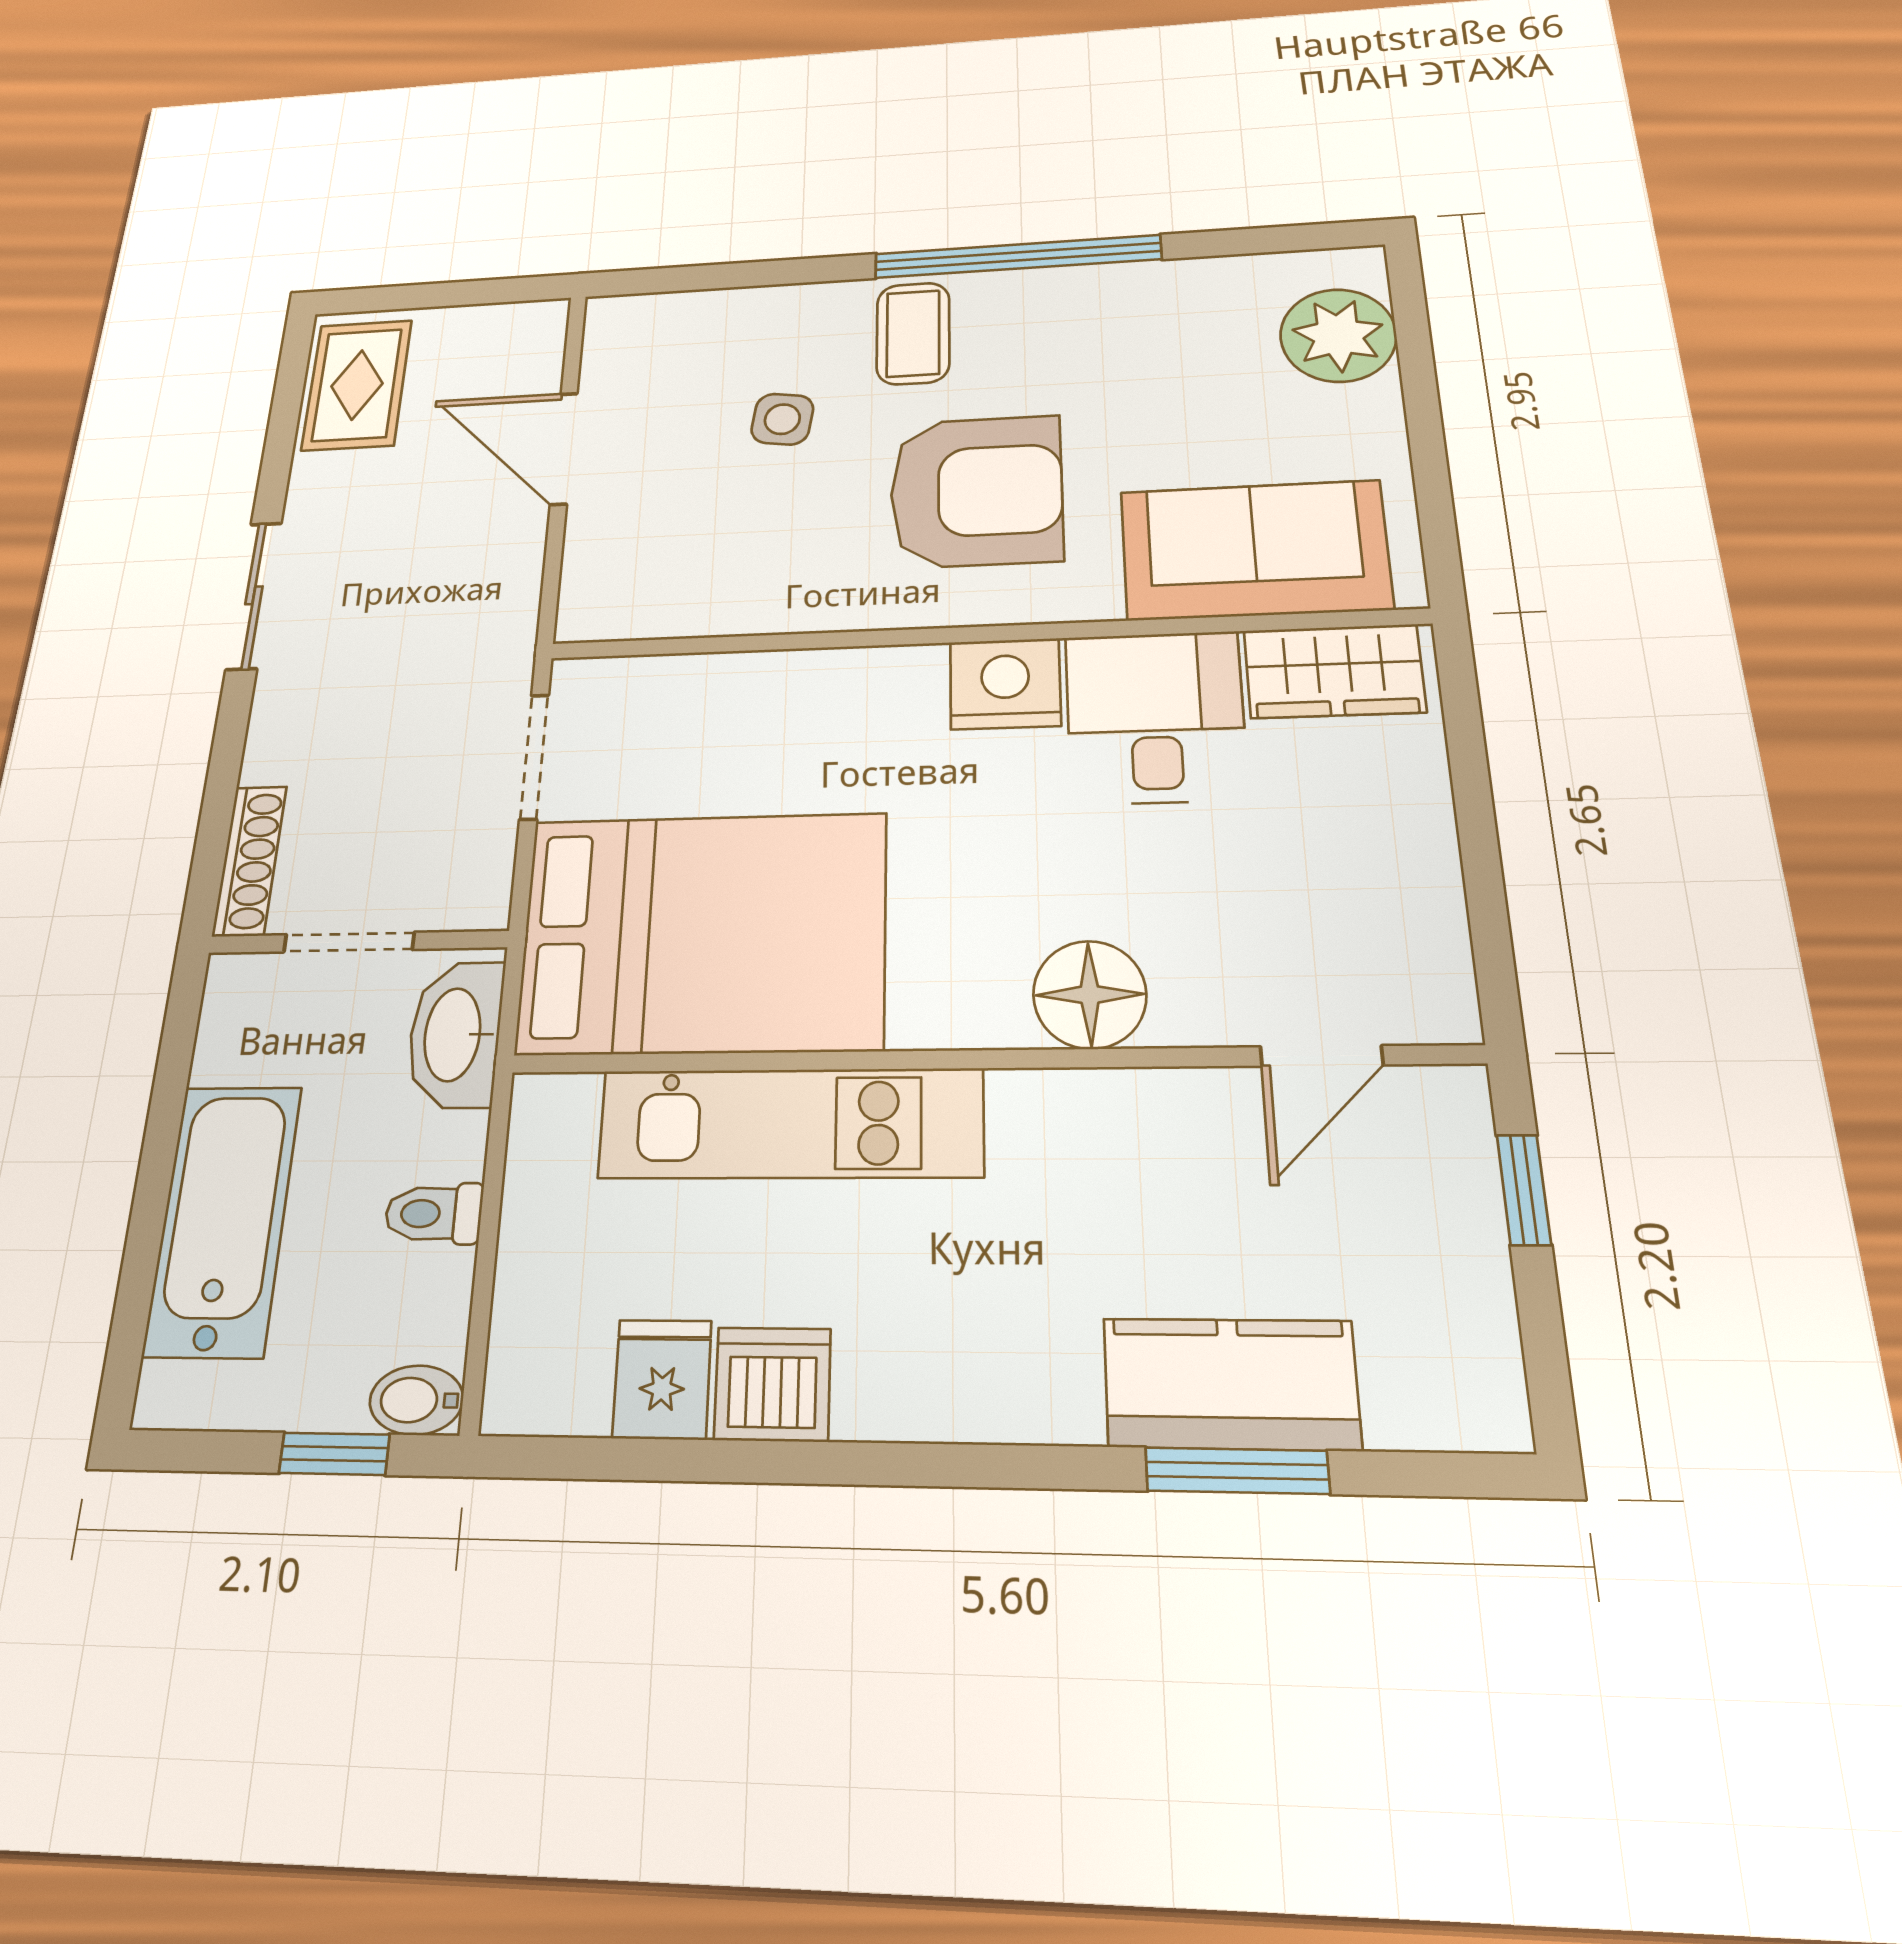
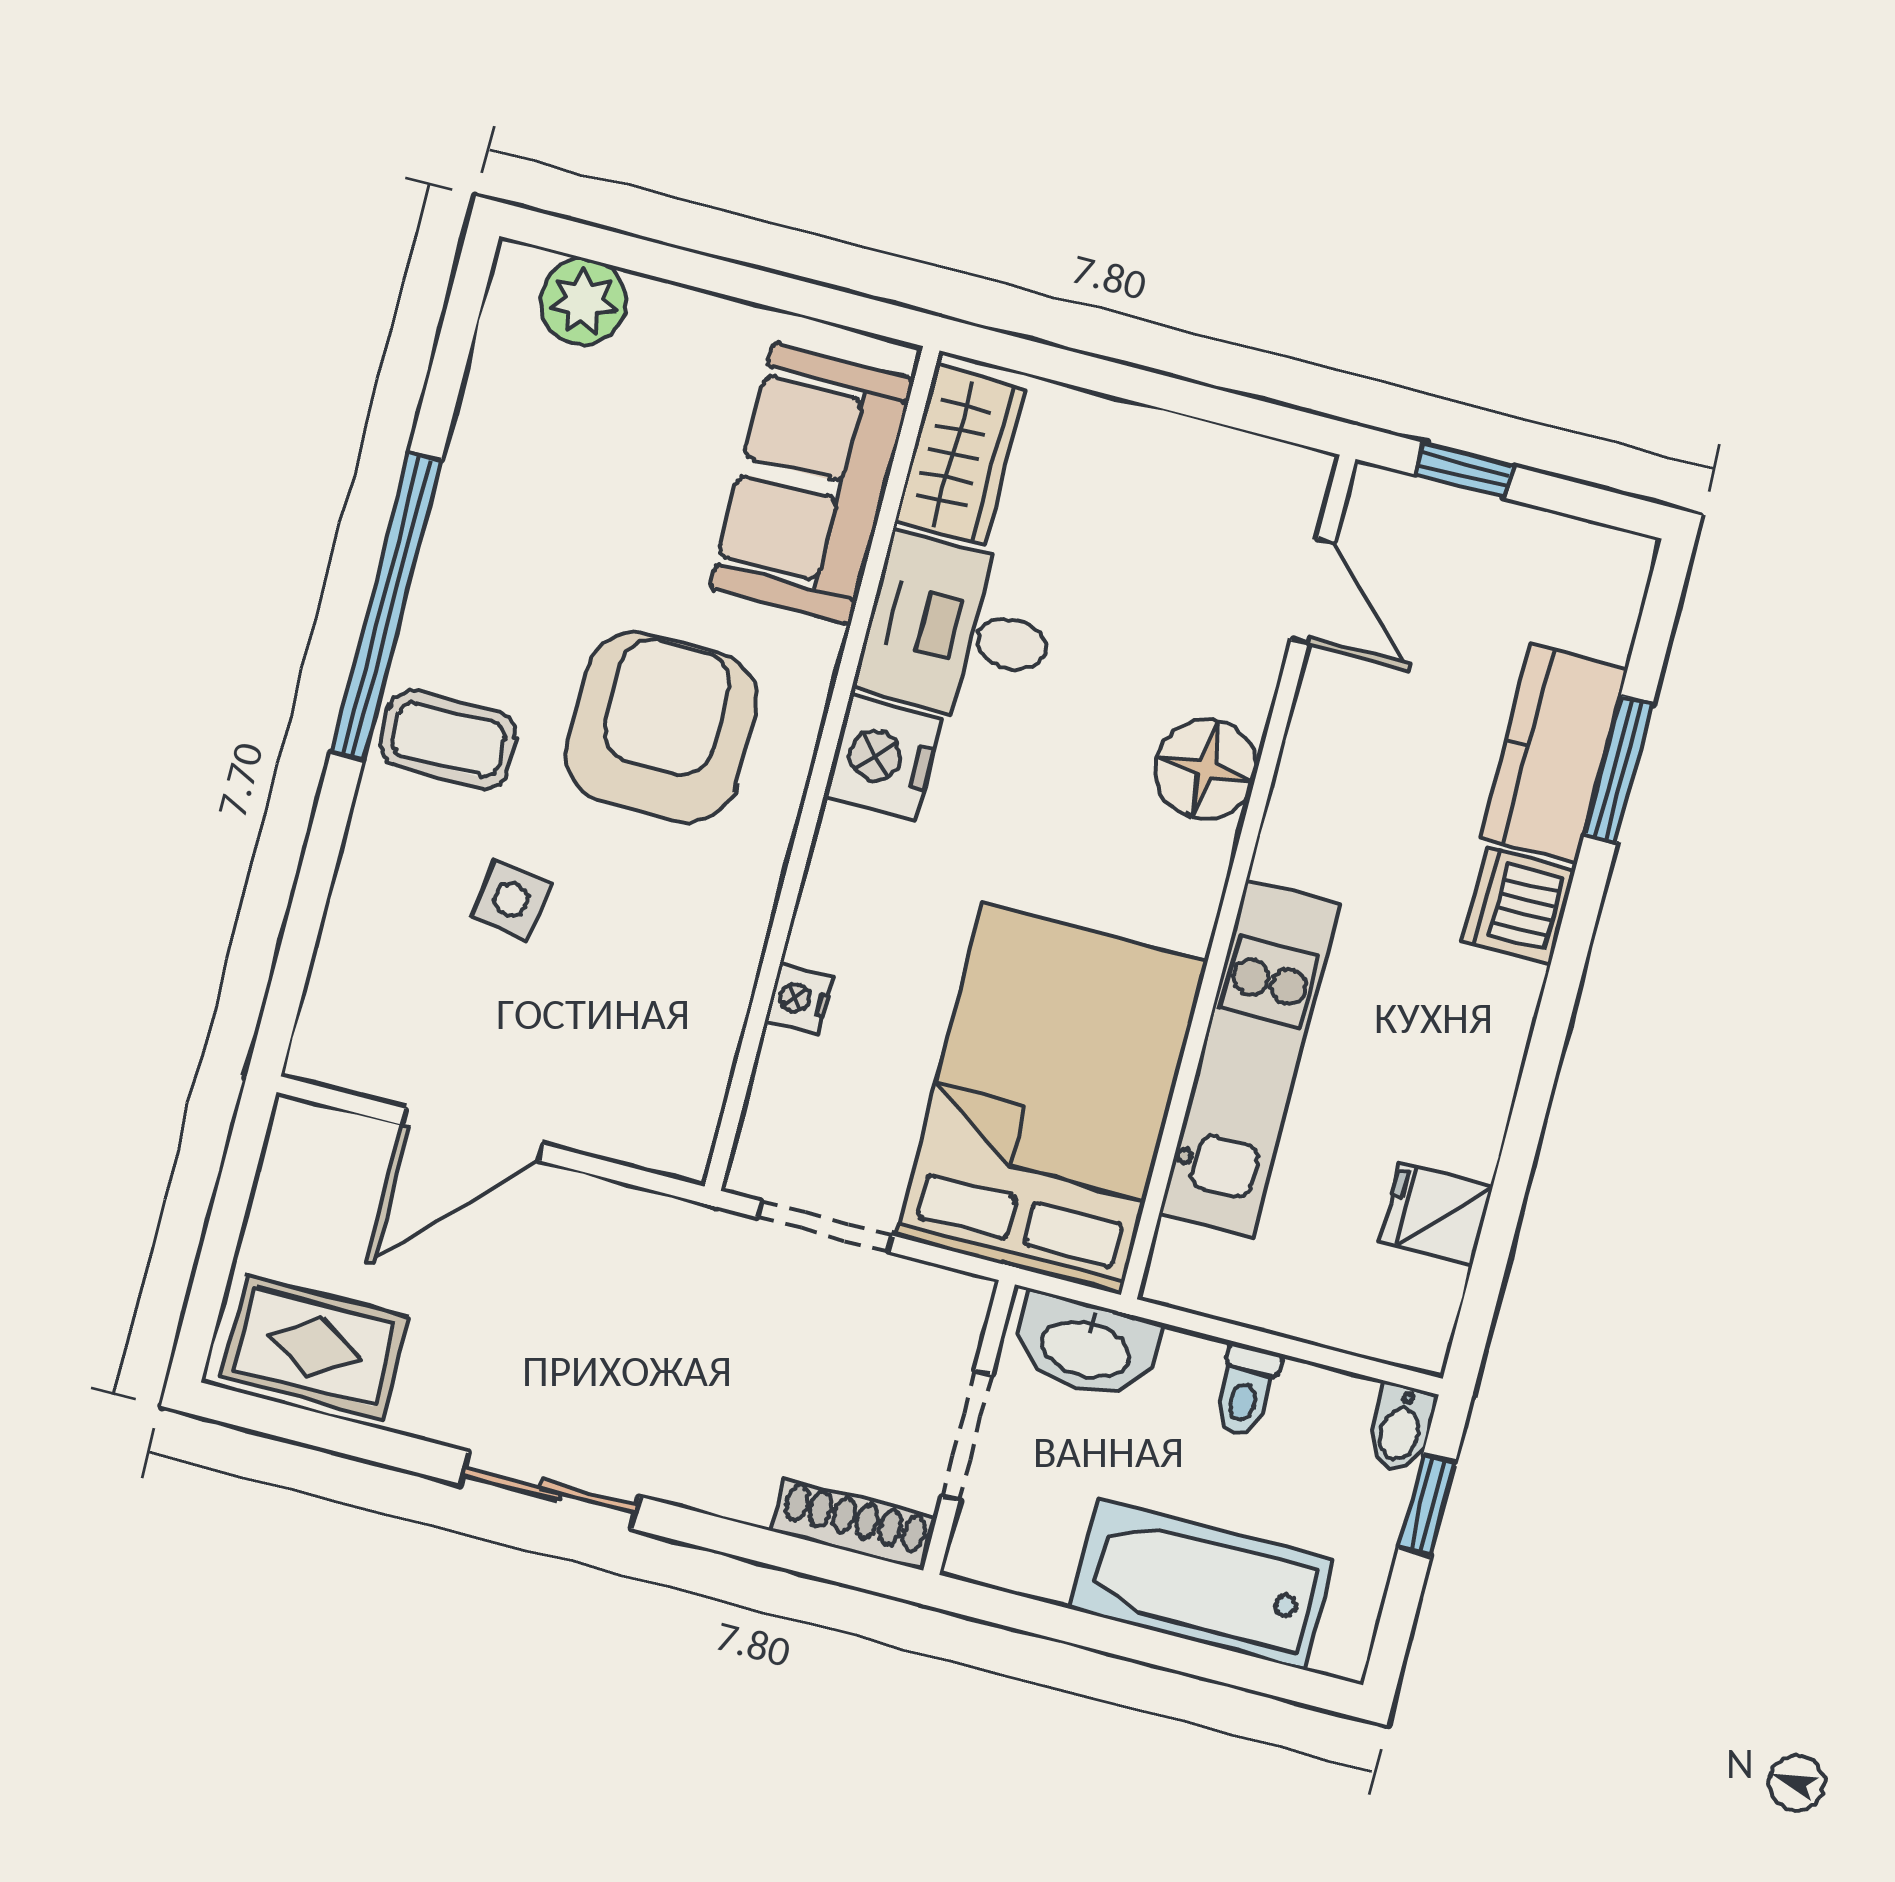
plant: (1338, 335) -> (583, 302), width x0.73, depth x0.73
nightstand: (749, 675) -> (799, 999), added
dishwasher: (773, 1384) -> (1519, 905), moved

